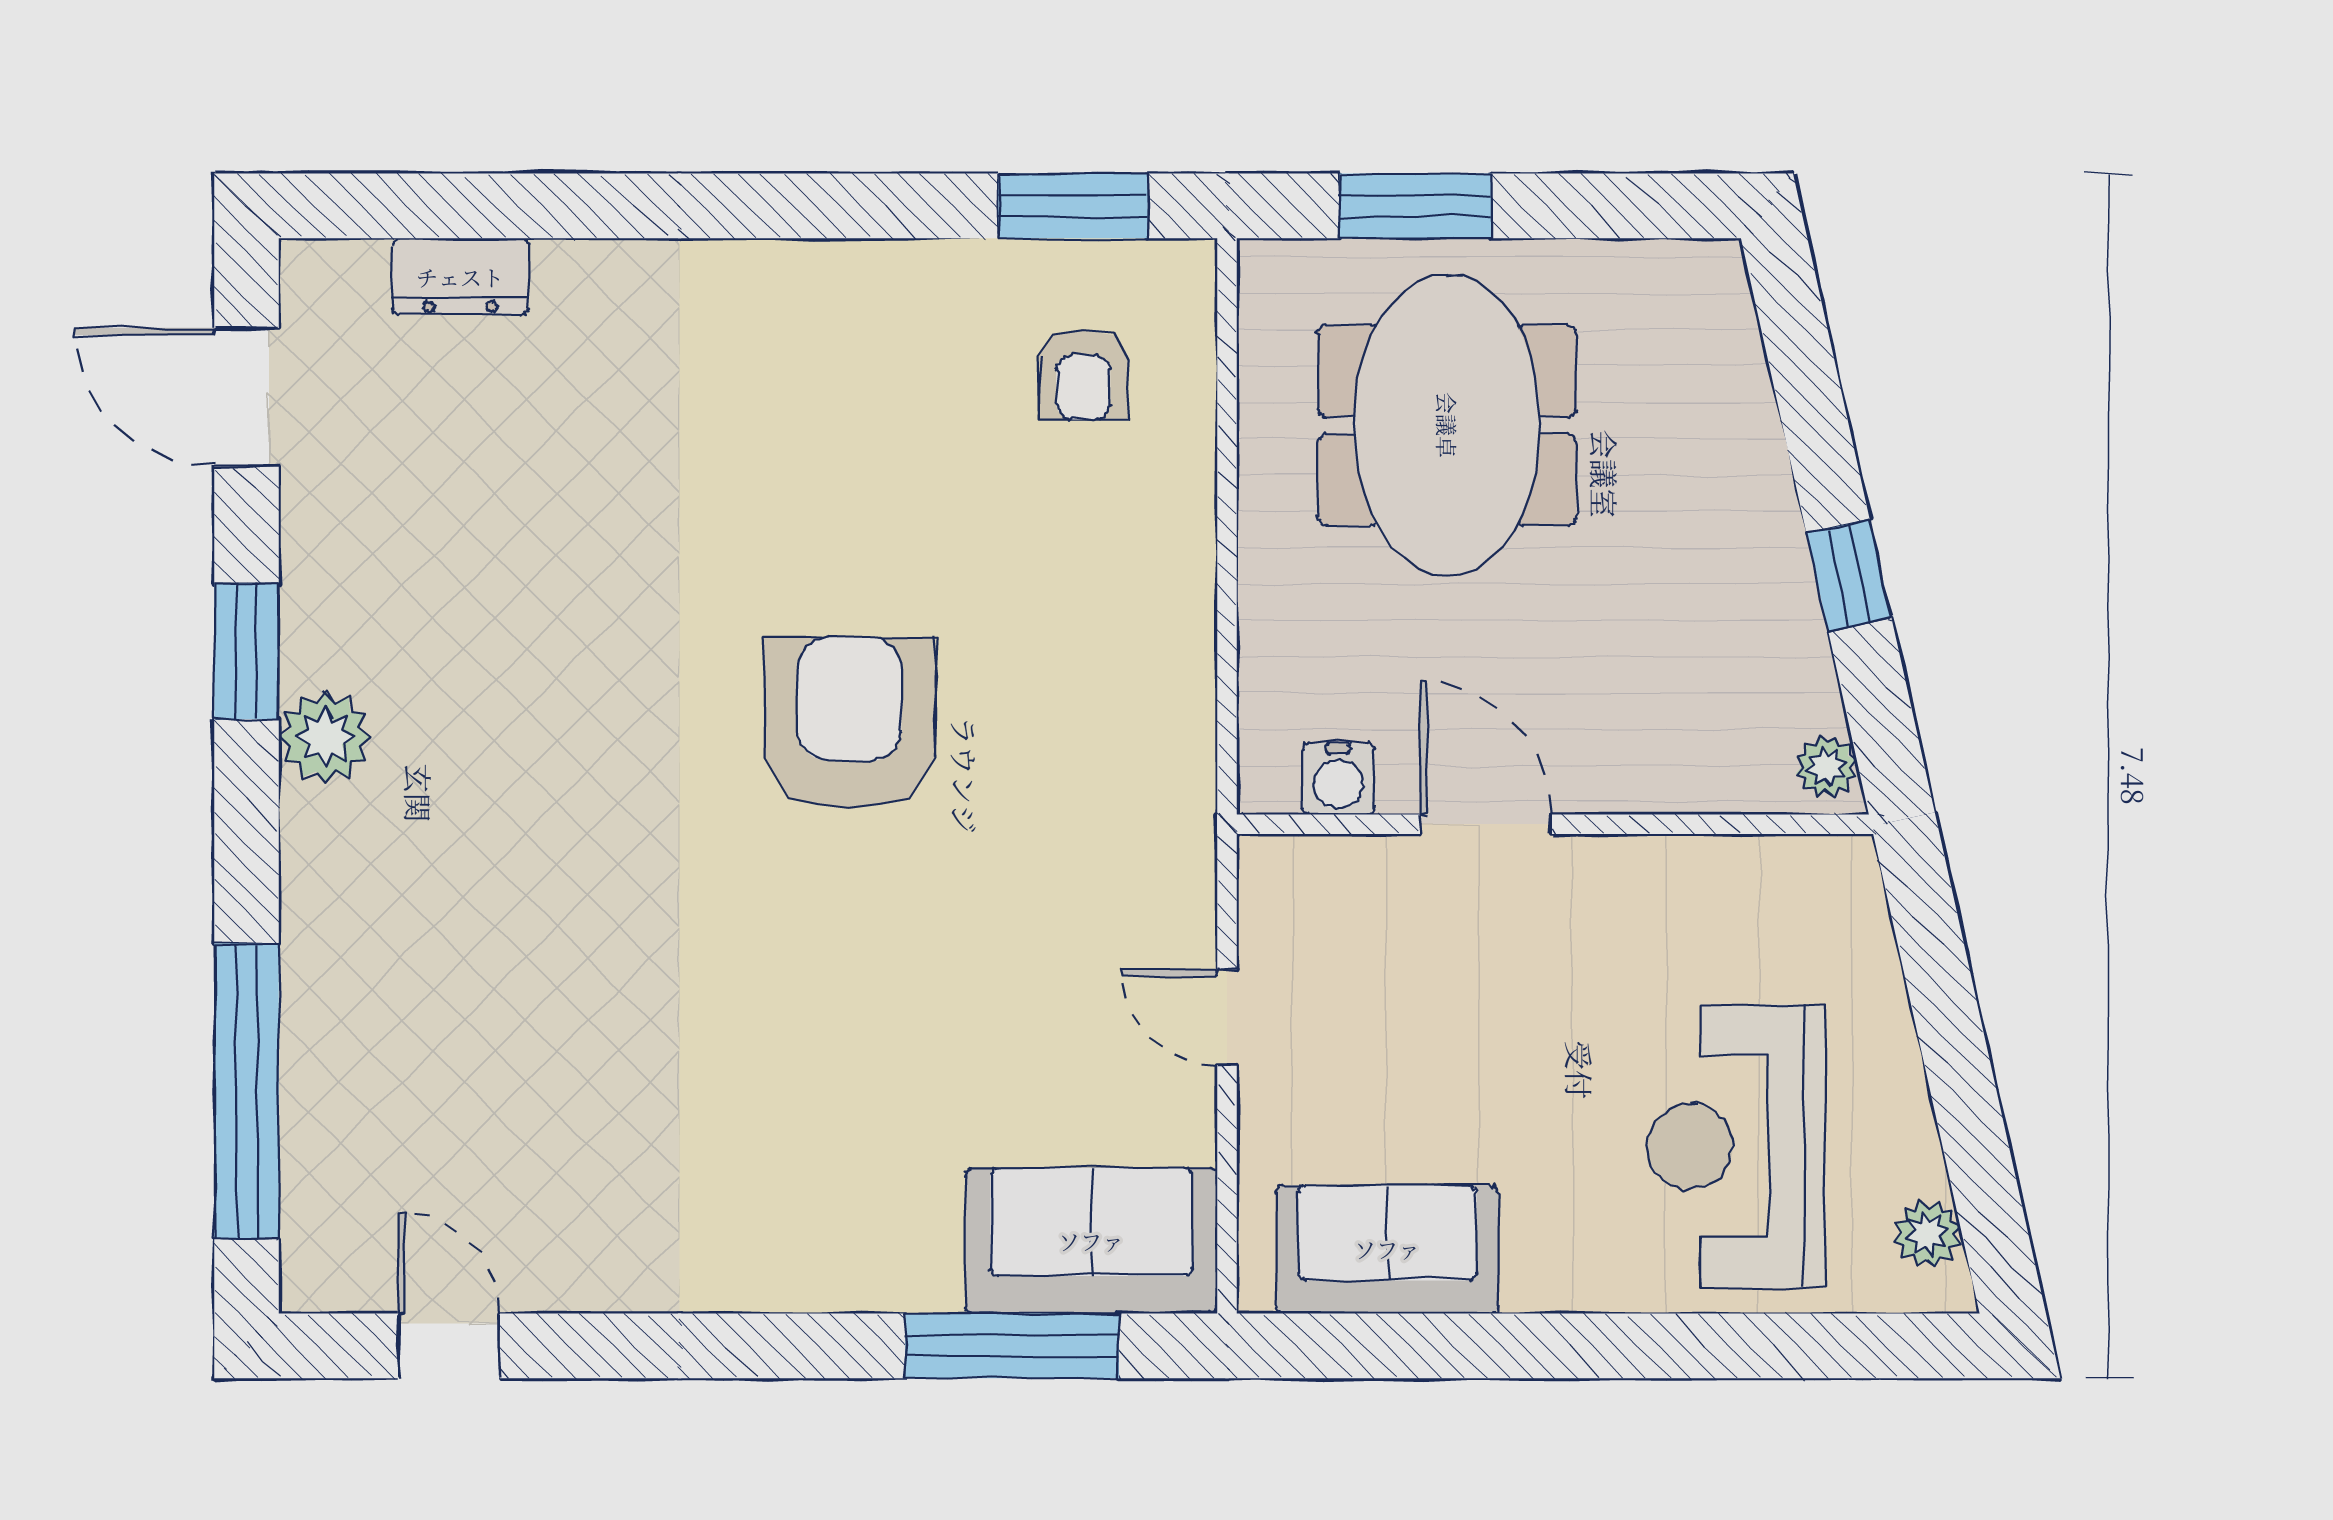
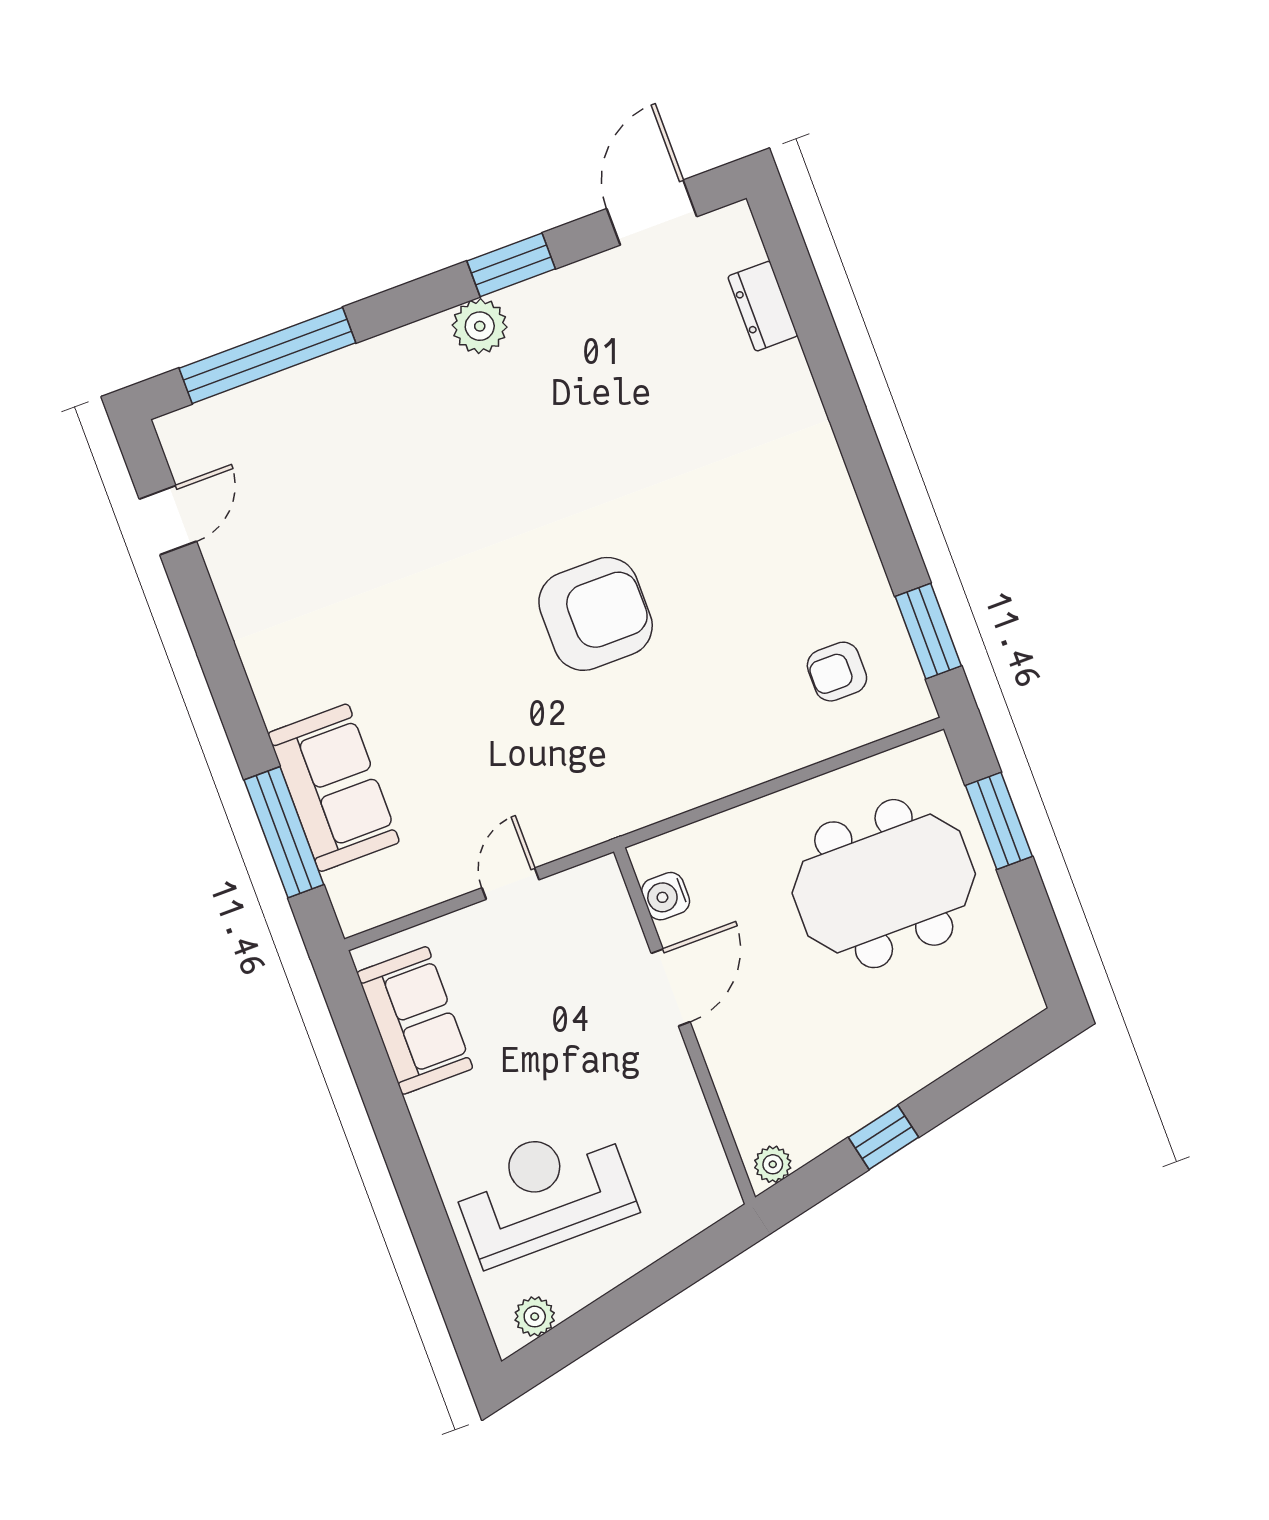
sofa: (1091, 1241) -> (334, 788), moved

